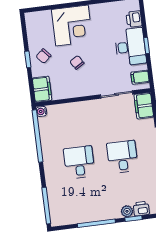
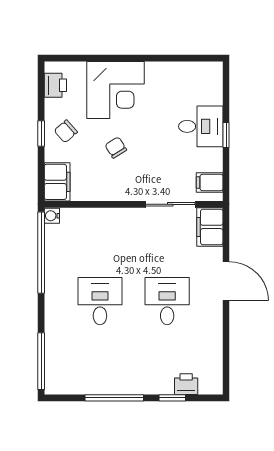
printer: (134, 19) -> (55, 85), moved, turned 180
desk: (130, 47) -> (201, 126), width x0.73
plant: (127, 211) -> (164, 386), removed

